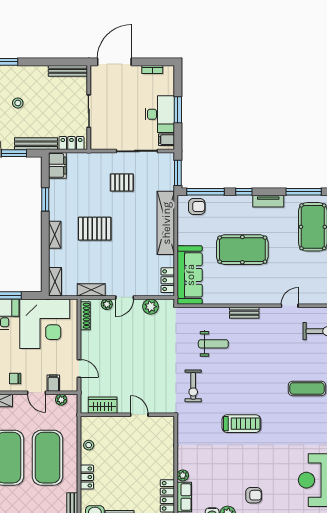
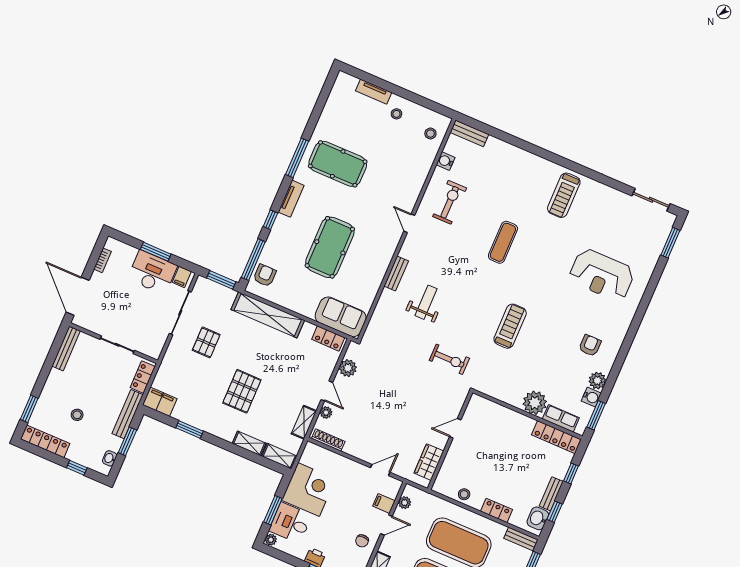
shelving: (55, 235) -> (249, 443), moved
sofa: (190, 275) -> (341, 317), width x0.73
corner desk: (45, 324) -> (309, 489), width x0.74, depth x0.74
weight bench: (213, 344) -> (426, 302), moved
plant: (183, 475) -> (535, 403), width x1.87, depth x1.87

